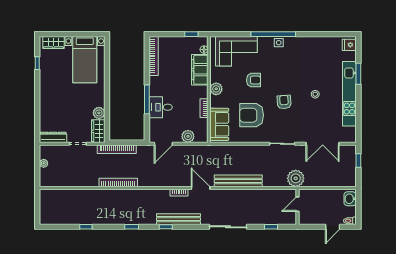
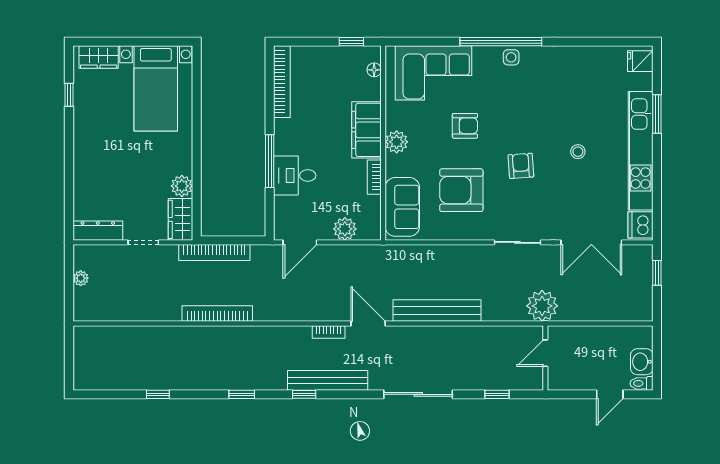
filing cabinet: (200, 70) -> (366, 130), moved
dishwasher: (349, 134) -> (640, 225), added
washbasin: (350, 199) -> (642, 362), moved

